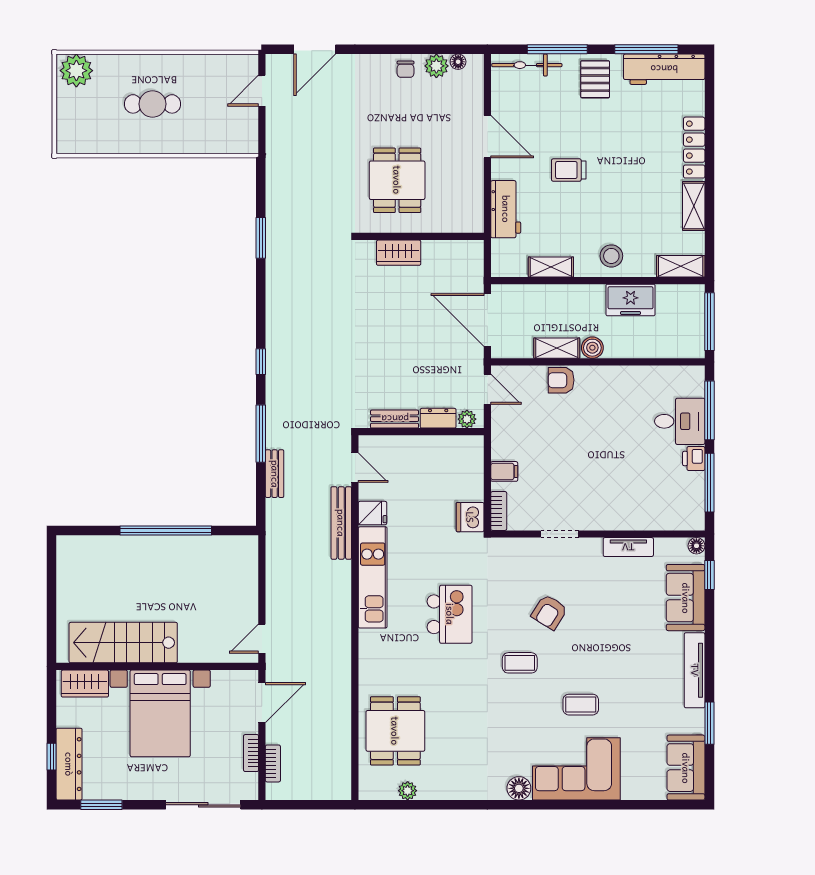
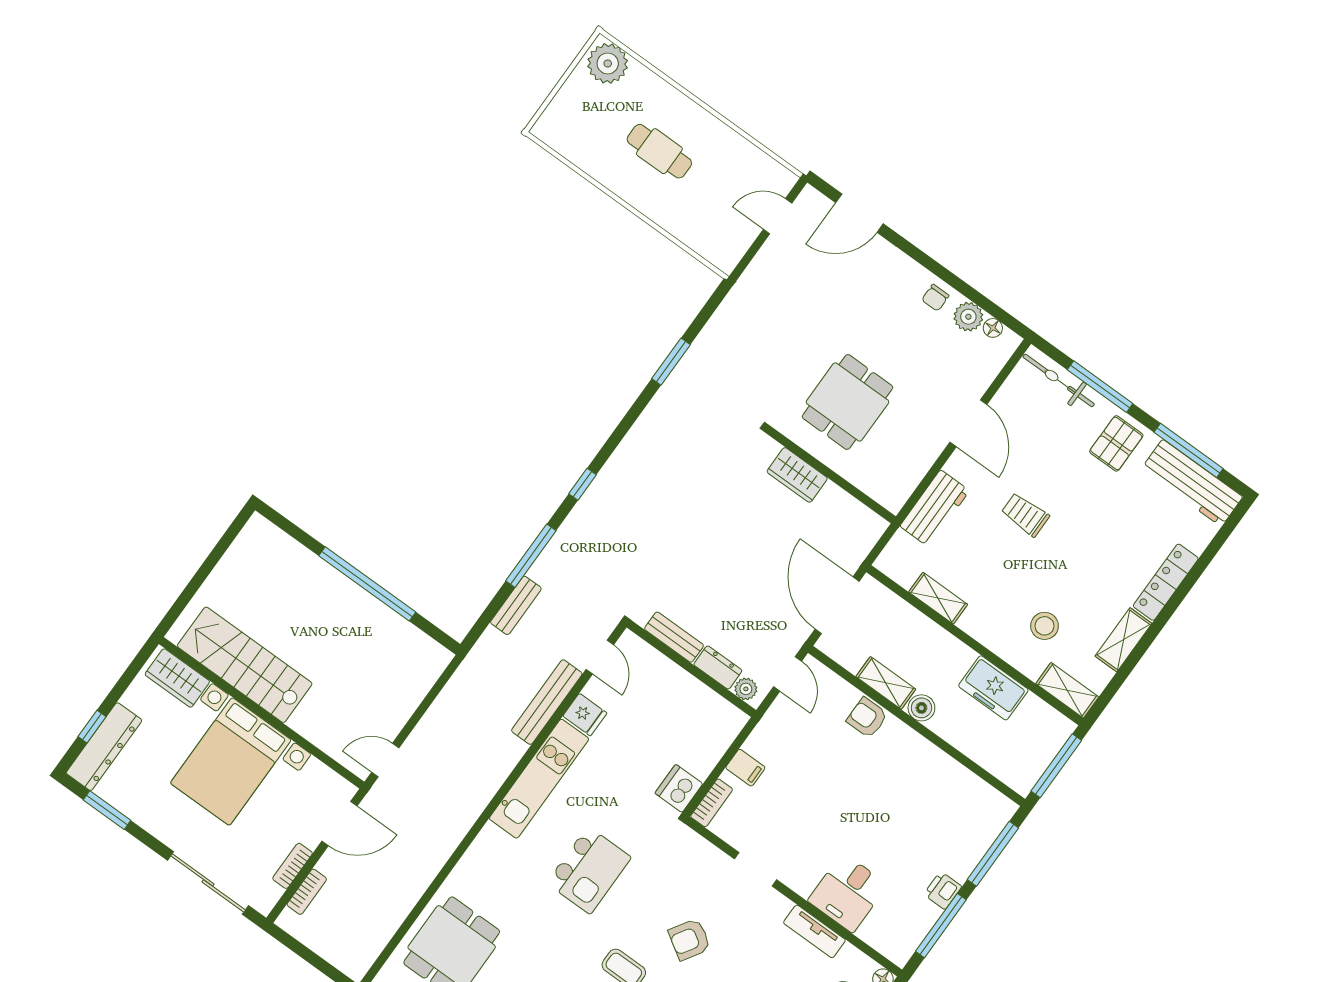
stool: (611, 256) -> (1045, 626), moved
desk: (680, 421) -> (848, 893), moved, turned 90

